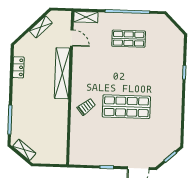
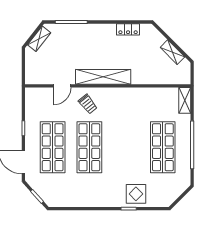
door: (72, 38) -> (62, 86), moved
shop shelf: (129, 39) -> (163, 147), width x1.43, depth x1.36
display table: (171, 65) -> (136, 194), added
shelving: (62, 73) -> (103, 77), moved
shop shelf: (125, 141) -> (53, 147), added

